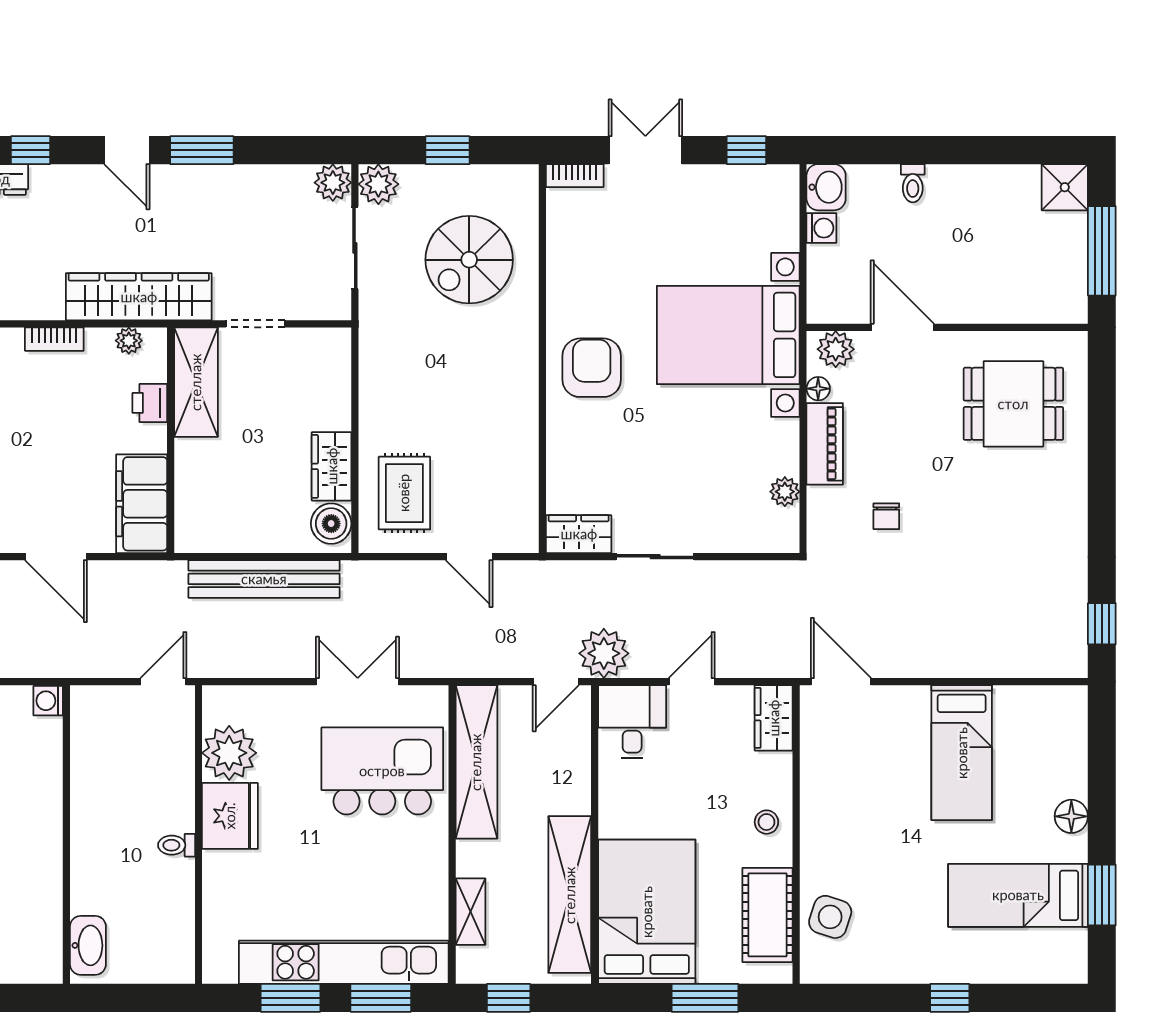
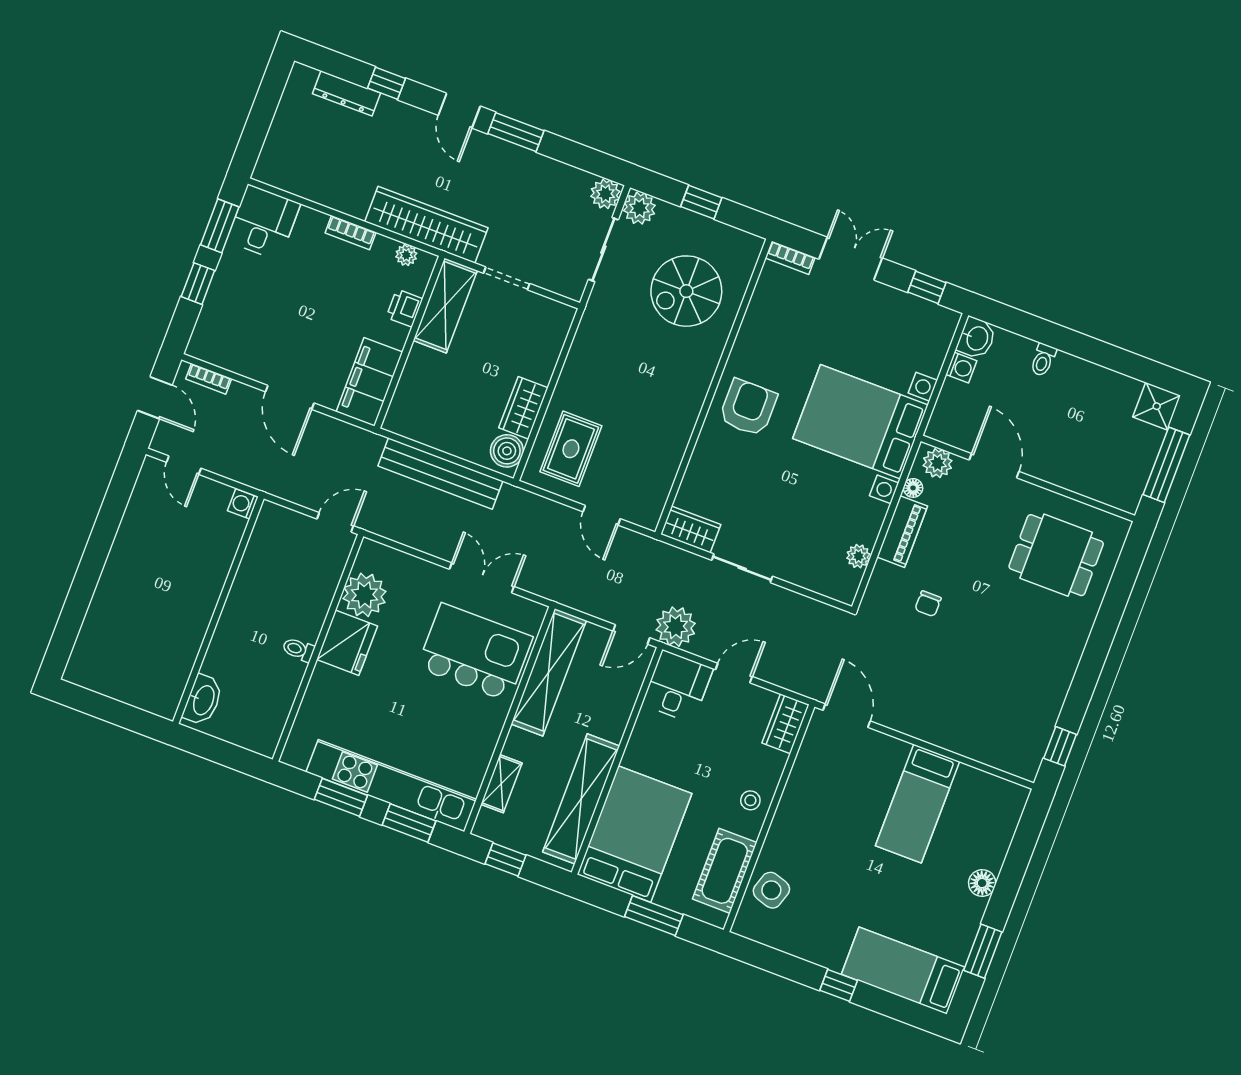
bed: (1018, 895) -> (903, 971), moved

